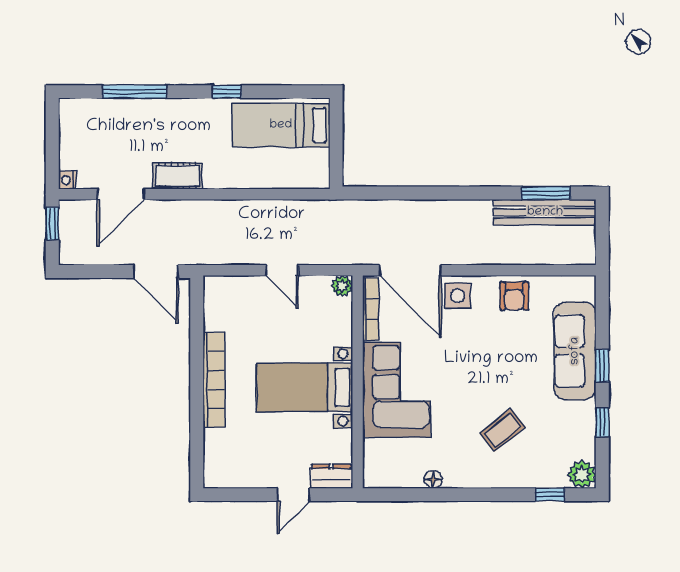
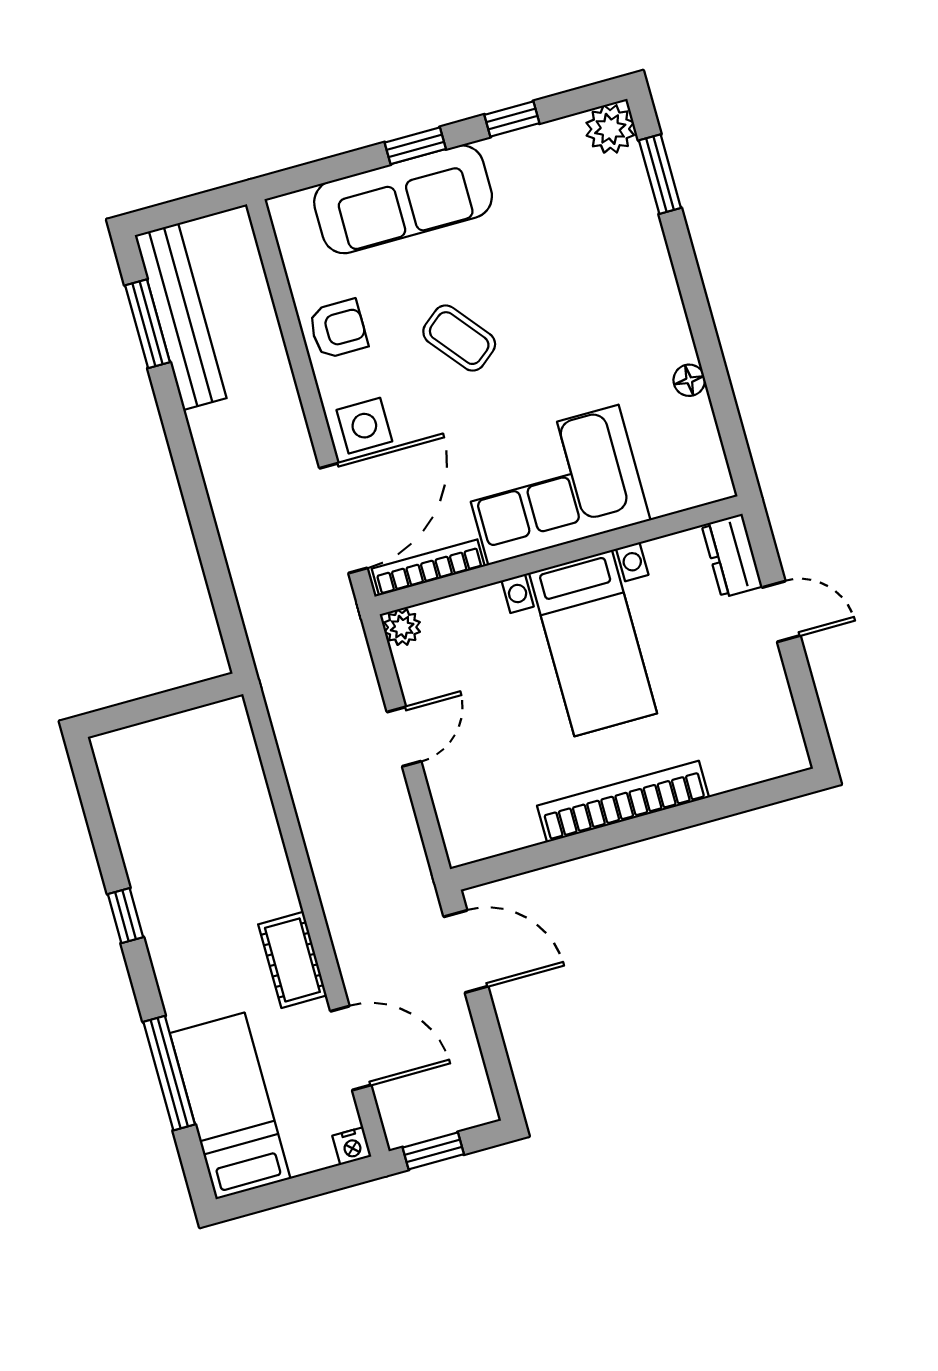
bed: (281, 125) -> (230, 1106), moved, turned 180
door: (156, 272) -> (466, 952), hinge flipped
coffee table: (502, 430) -> (459, 338), moved
window: (550, 495) -> (660, 174), width x1.50

